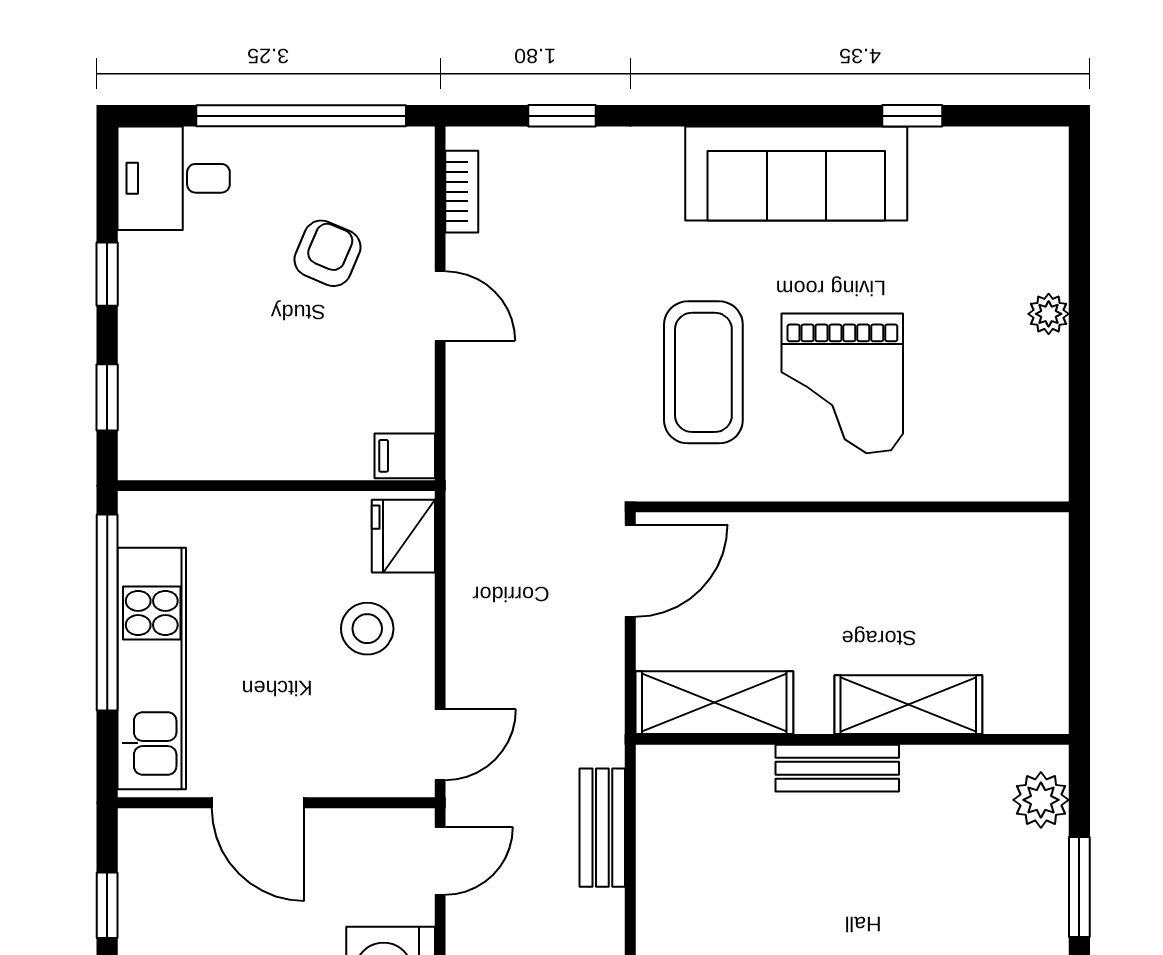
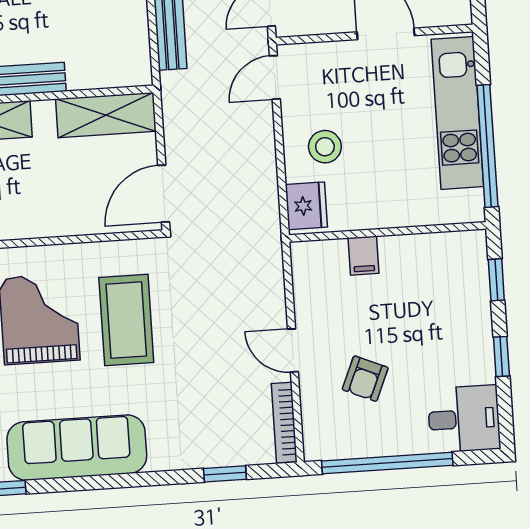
bookcase: (462, 192) -> (284, 423), width x1.56
filing cabinet: (405, 456) -> (364, 256), moved, turned 90

